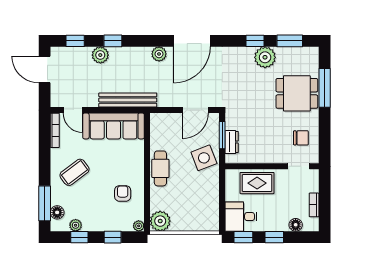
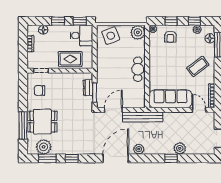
window: (75, 41) -> (197, 158), removed
plant: (265, 57) -> (44, 147), moved
bench: (128, 100) -> (143, 117), moved
side table: (204, 158) -> (111, 36), moved
armchair: (123, 193) -> (170, 37), moved

